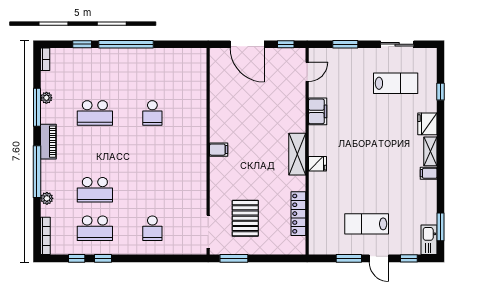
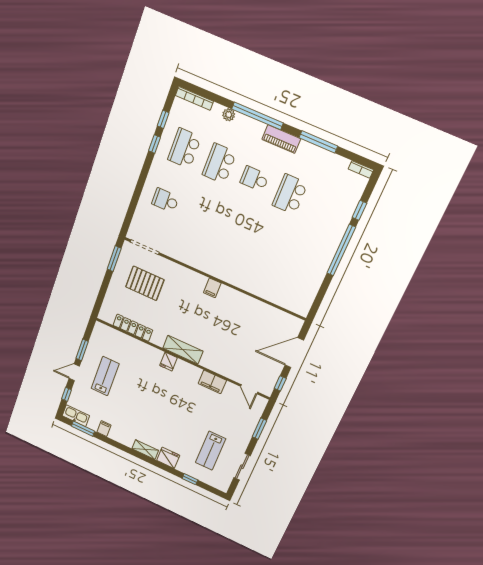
plant: (46, 98) -> (323, 155), removed
school desk: (152, 113) -> (254, 179), moved
filing cabinet: (429, 173) -> (104, 429), moved

